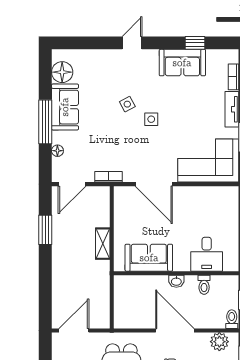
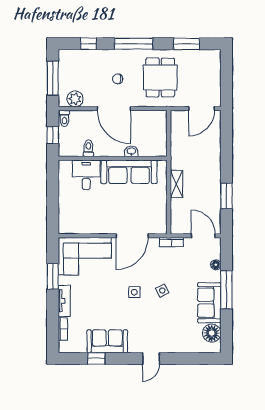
side table: (127, 104) -> (162, 290), moved
door: (72, 184) -> (203, 236), hinge flipped
door: (154, 184) -> (132, 236), swing flipped
sofa: (149, 258) -> (129, 172), width x1.36
washbasin: (176, 281) -> (131, 151), moved

